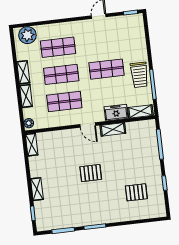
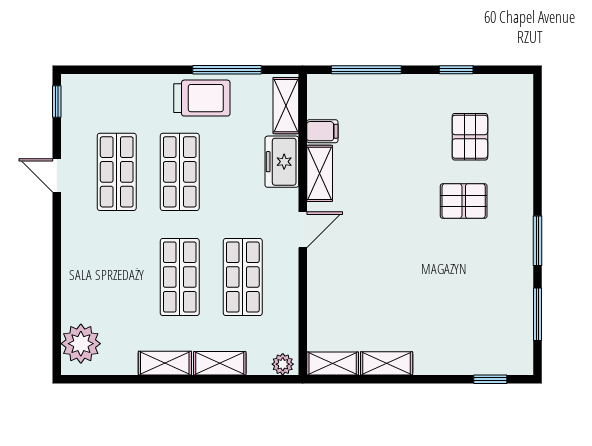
shop shelf: (58, 47) -> (117, 172), moved
filing cabinet: (131, 128) -> (322, 131), added
pallet: (91, 173) -> (464, 201), moved, turned 90
shelving: (37, 189) -> (387, 363), moved

